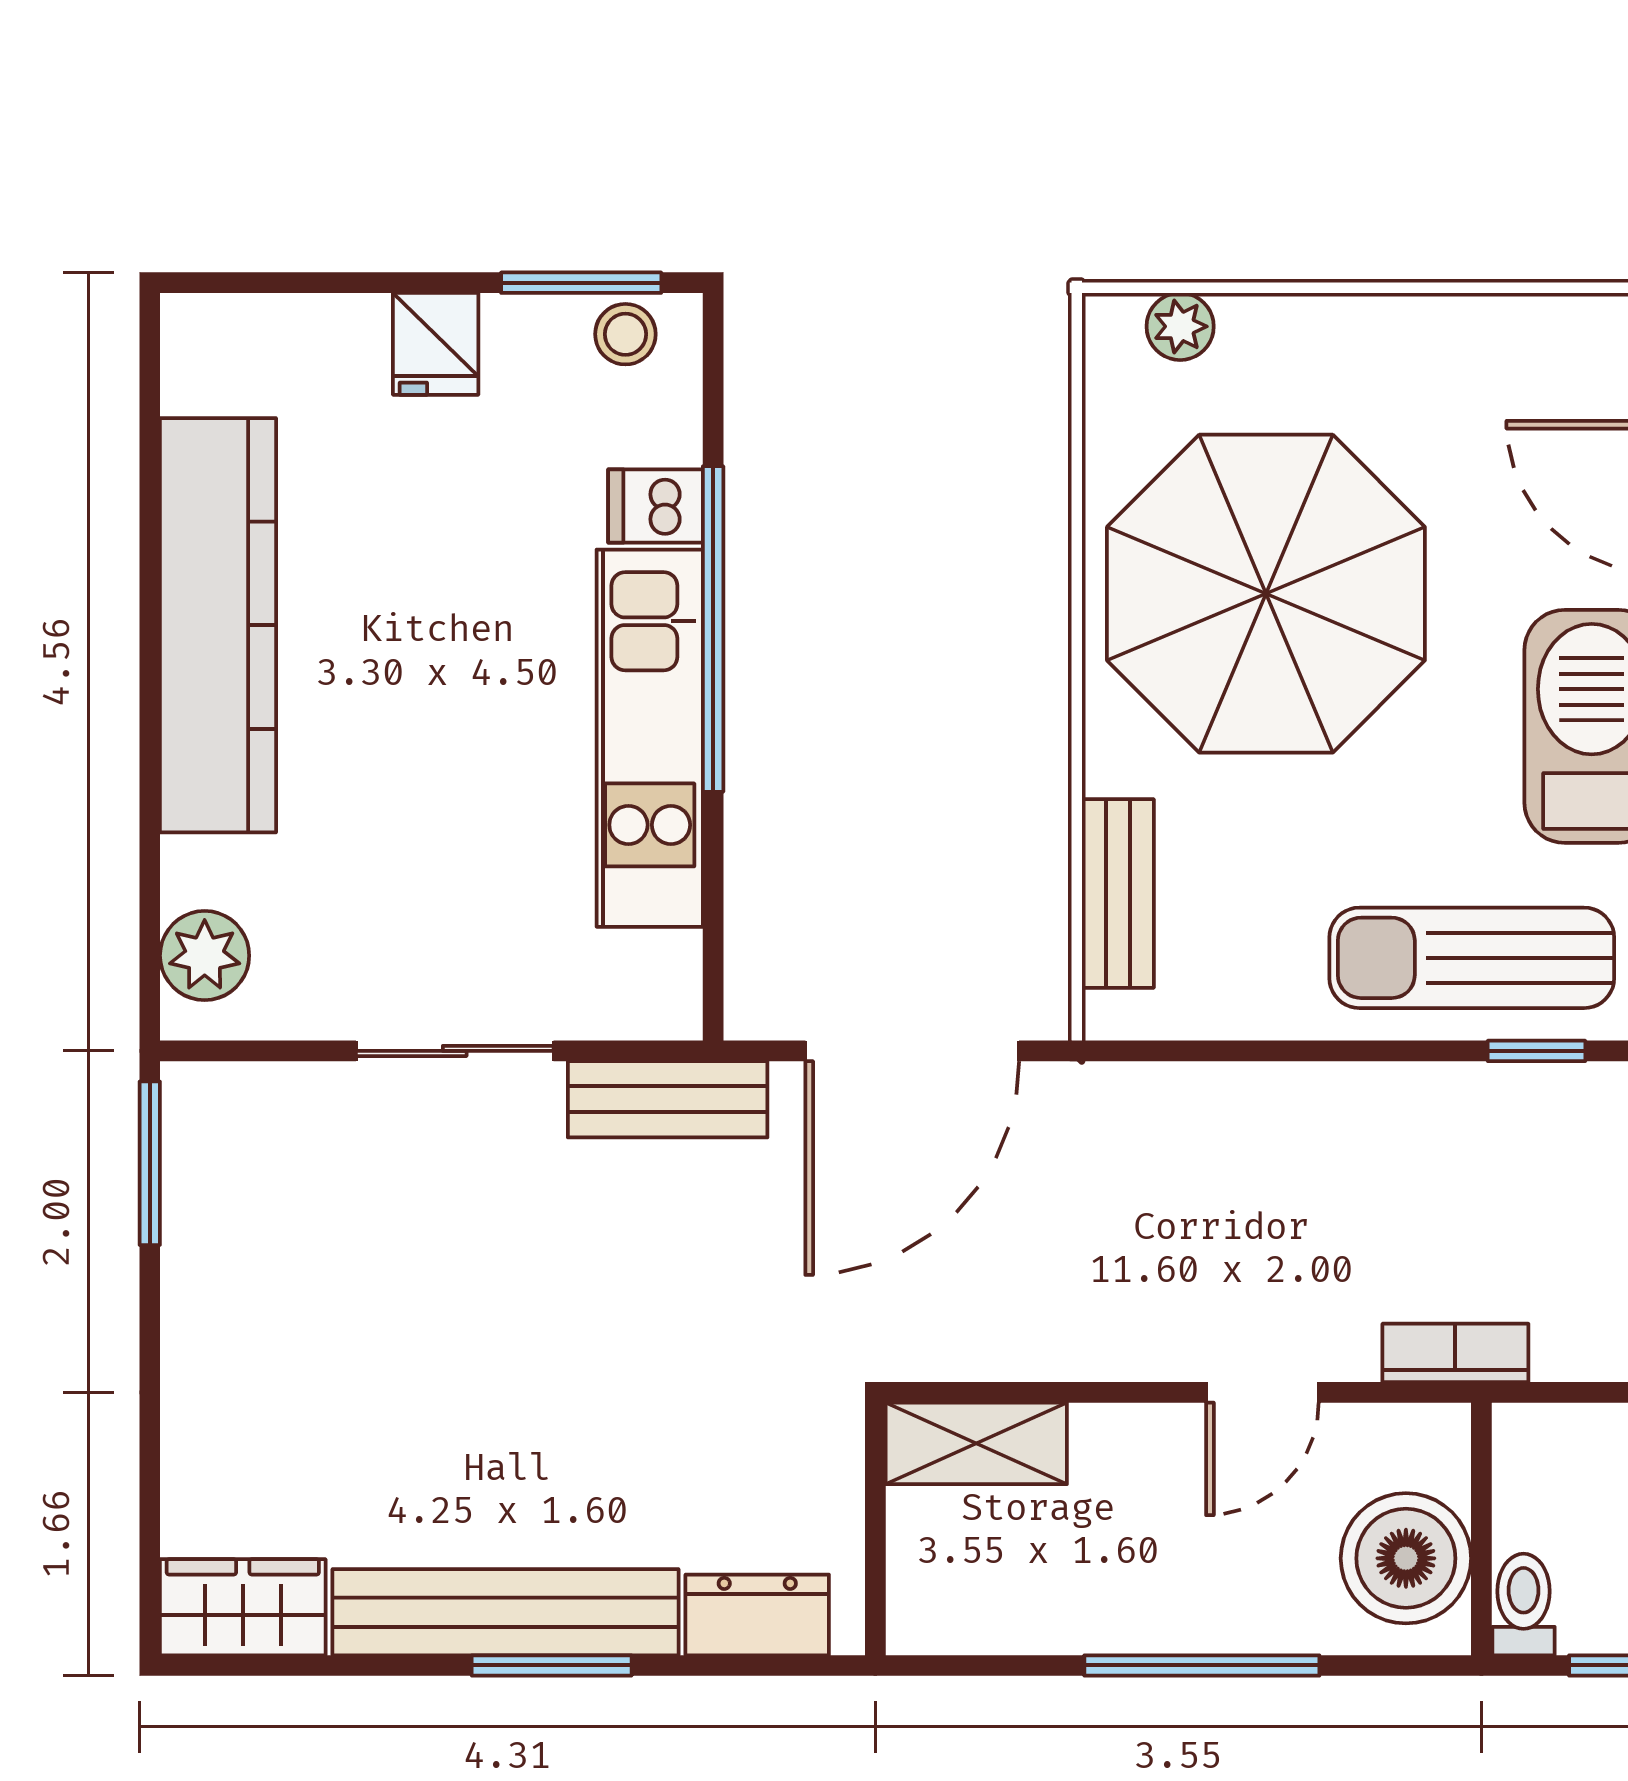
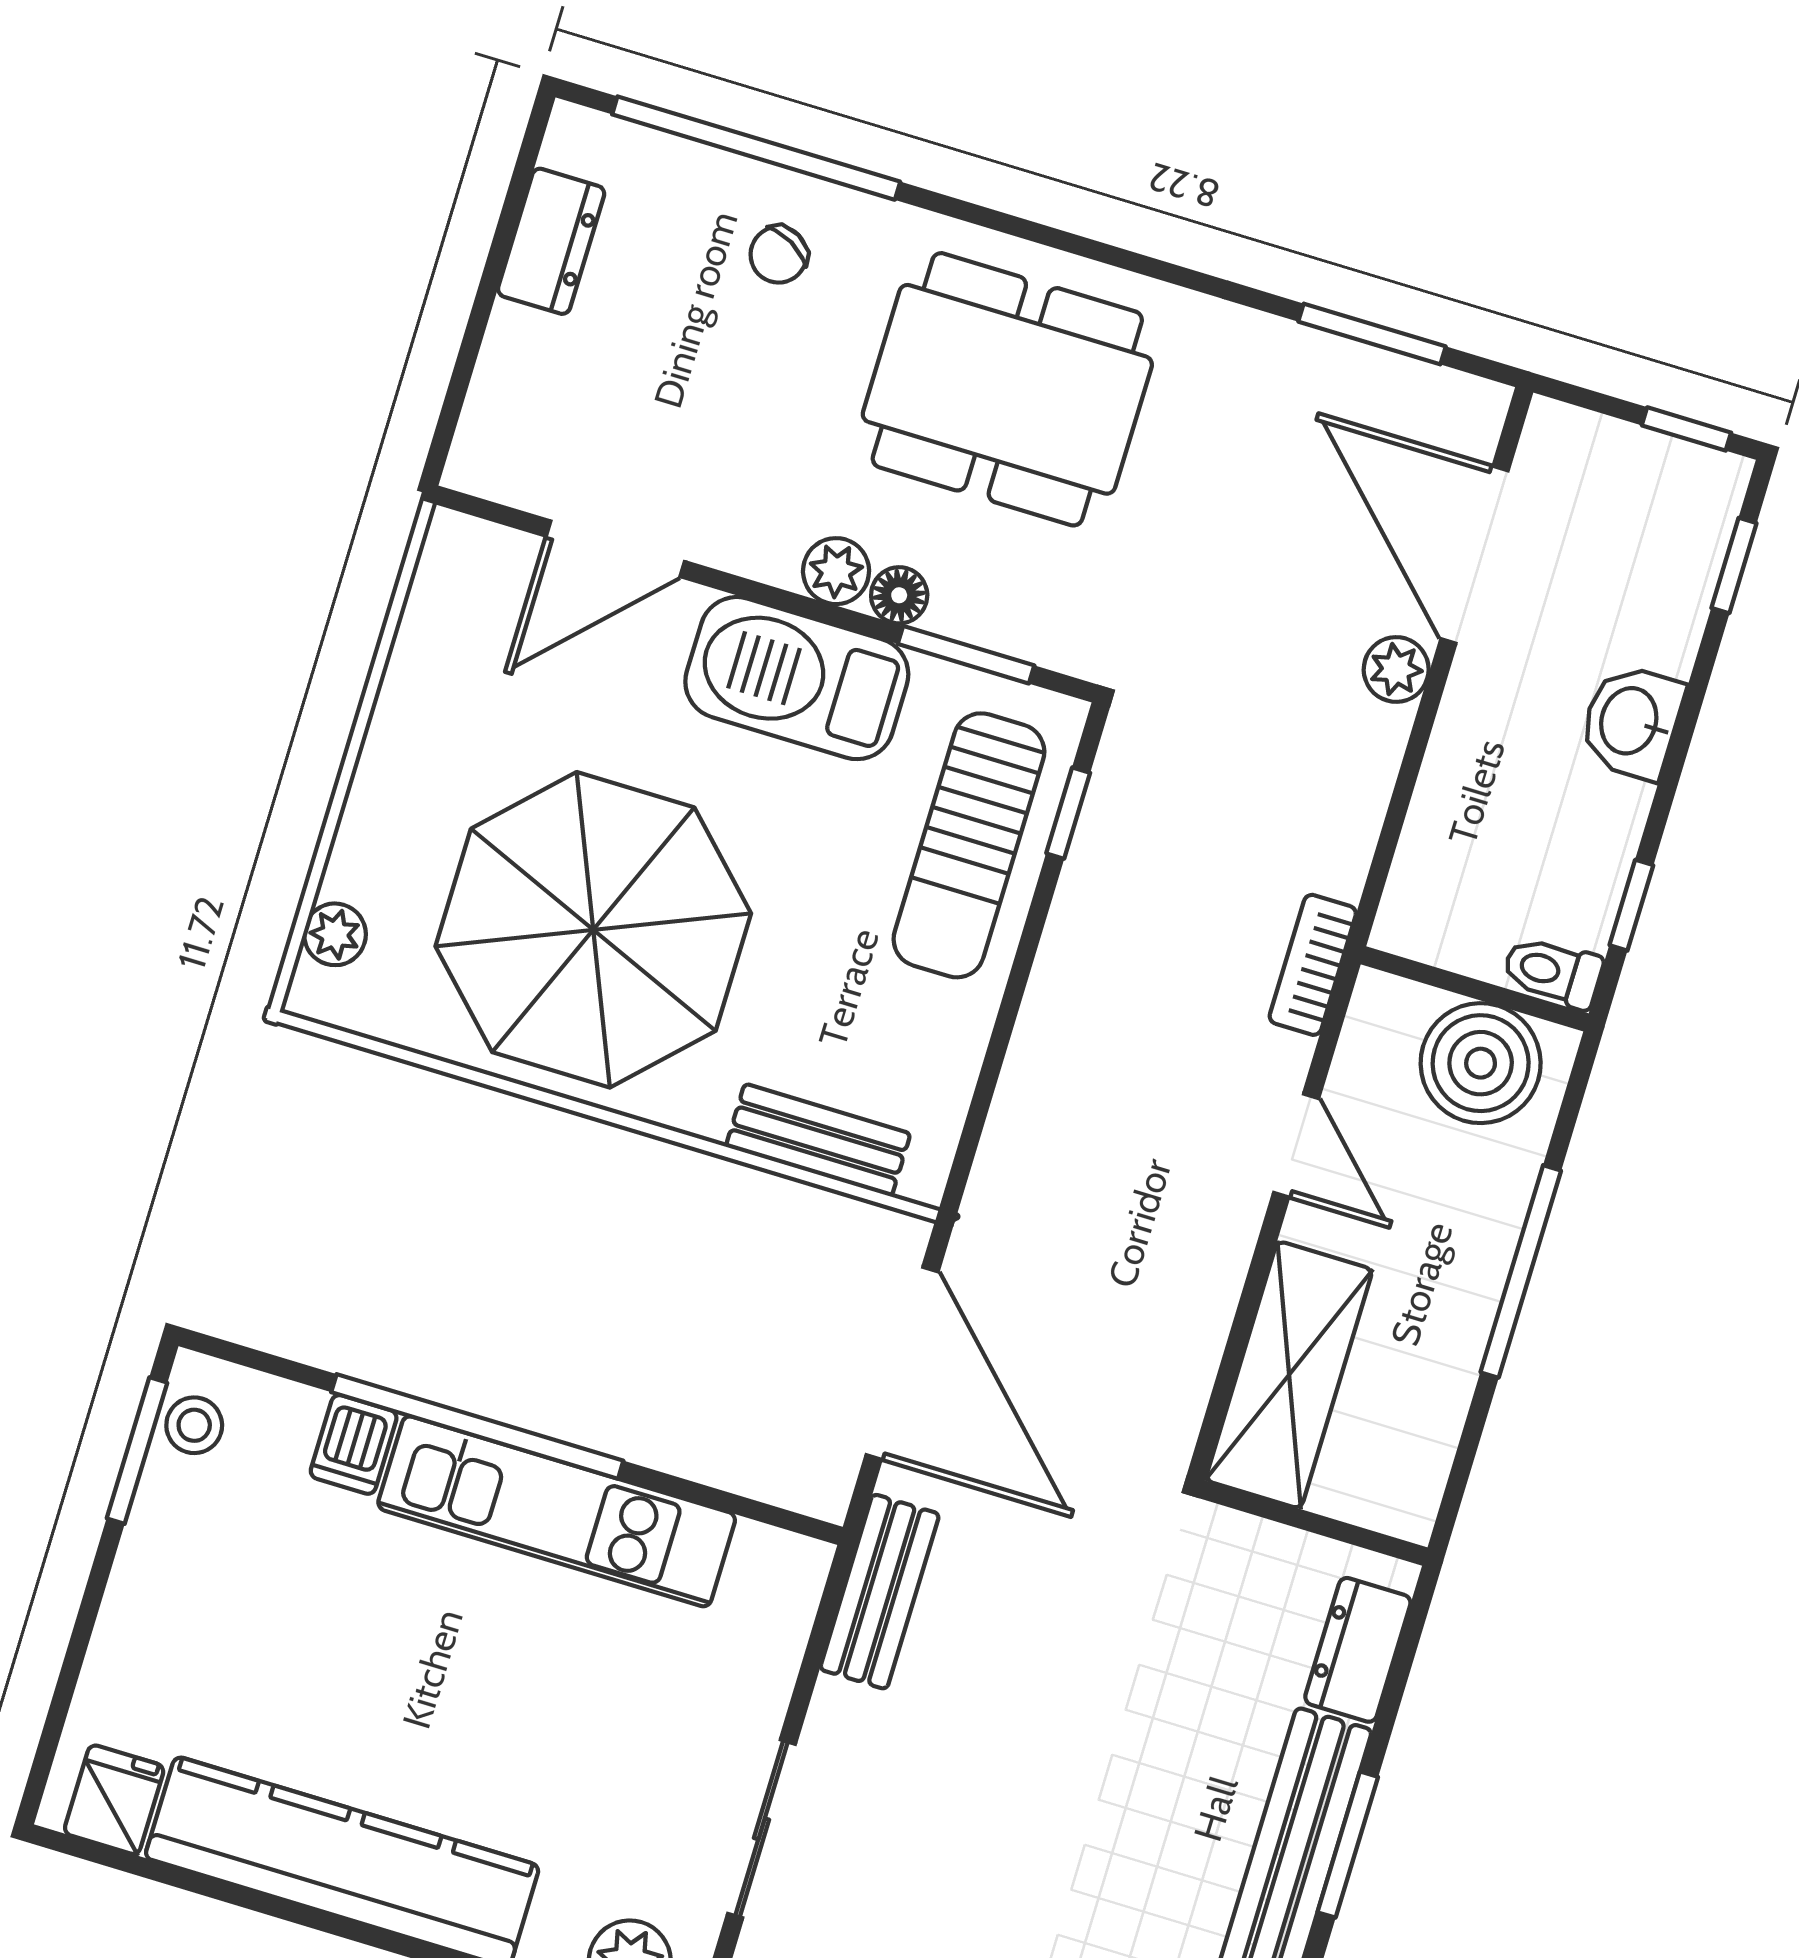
fridge: (436, 344) -> (114, 1800), moved, turned -90
sliding door: (455, 1051) -> (762, 1829), moved
shelving: (976, 1443) -> (1289, 1375), width x1.50, depth x1.33

